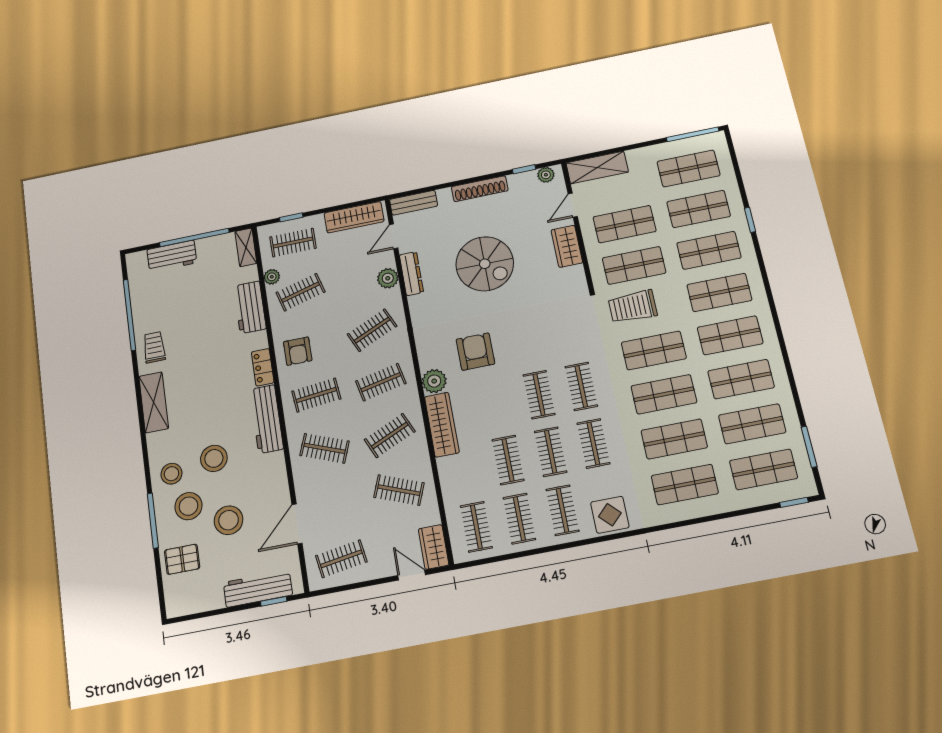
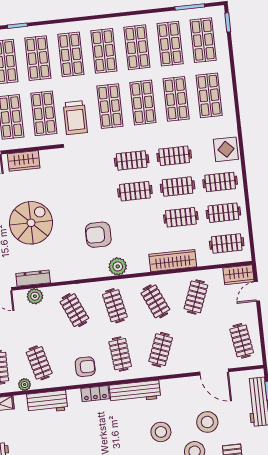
wardrobe: (442, 425) -> (173, 261), moved

